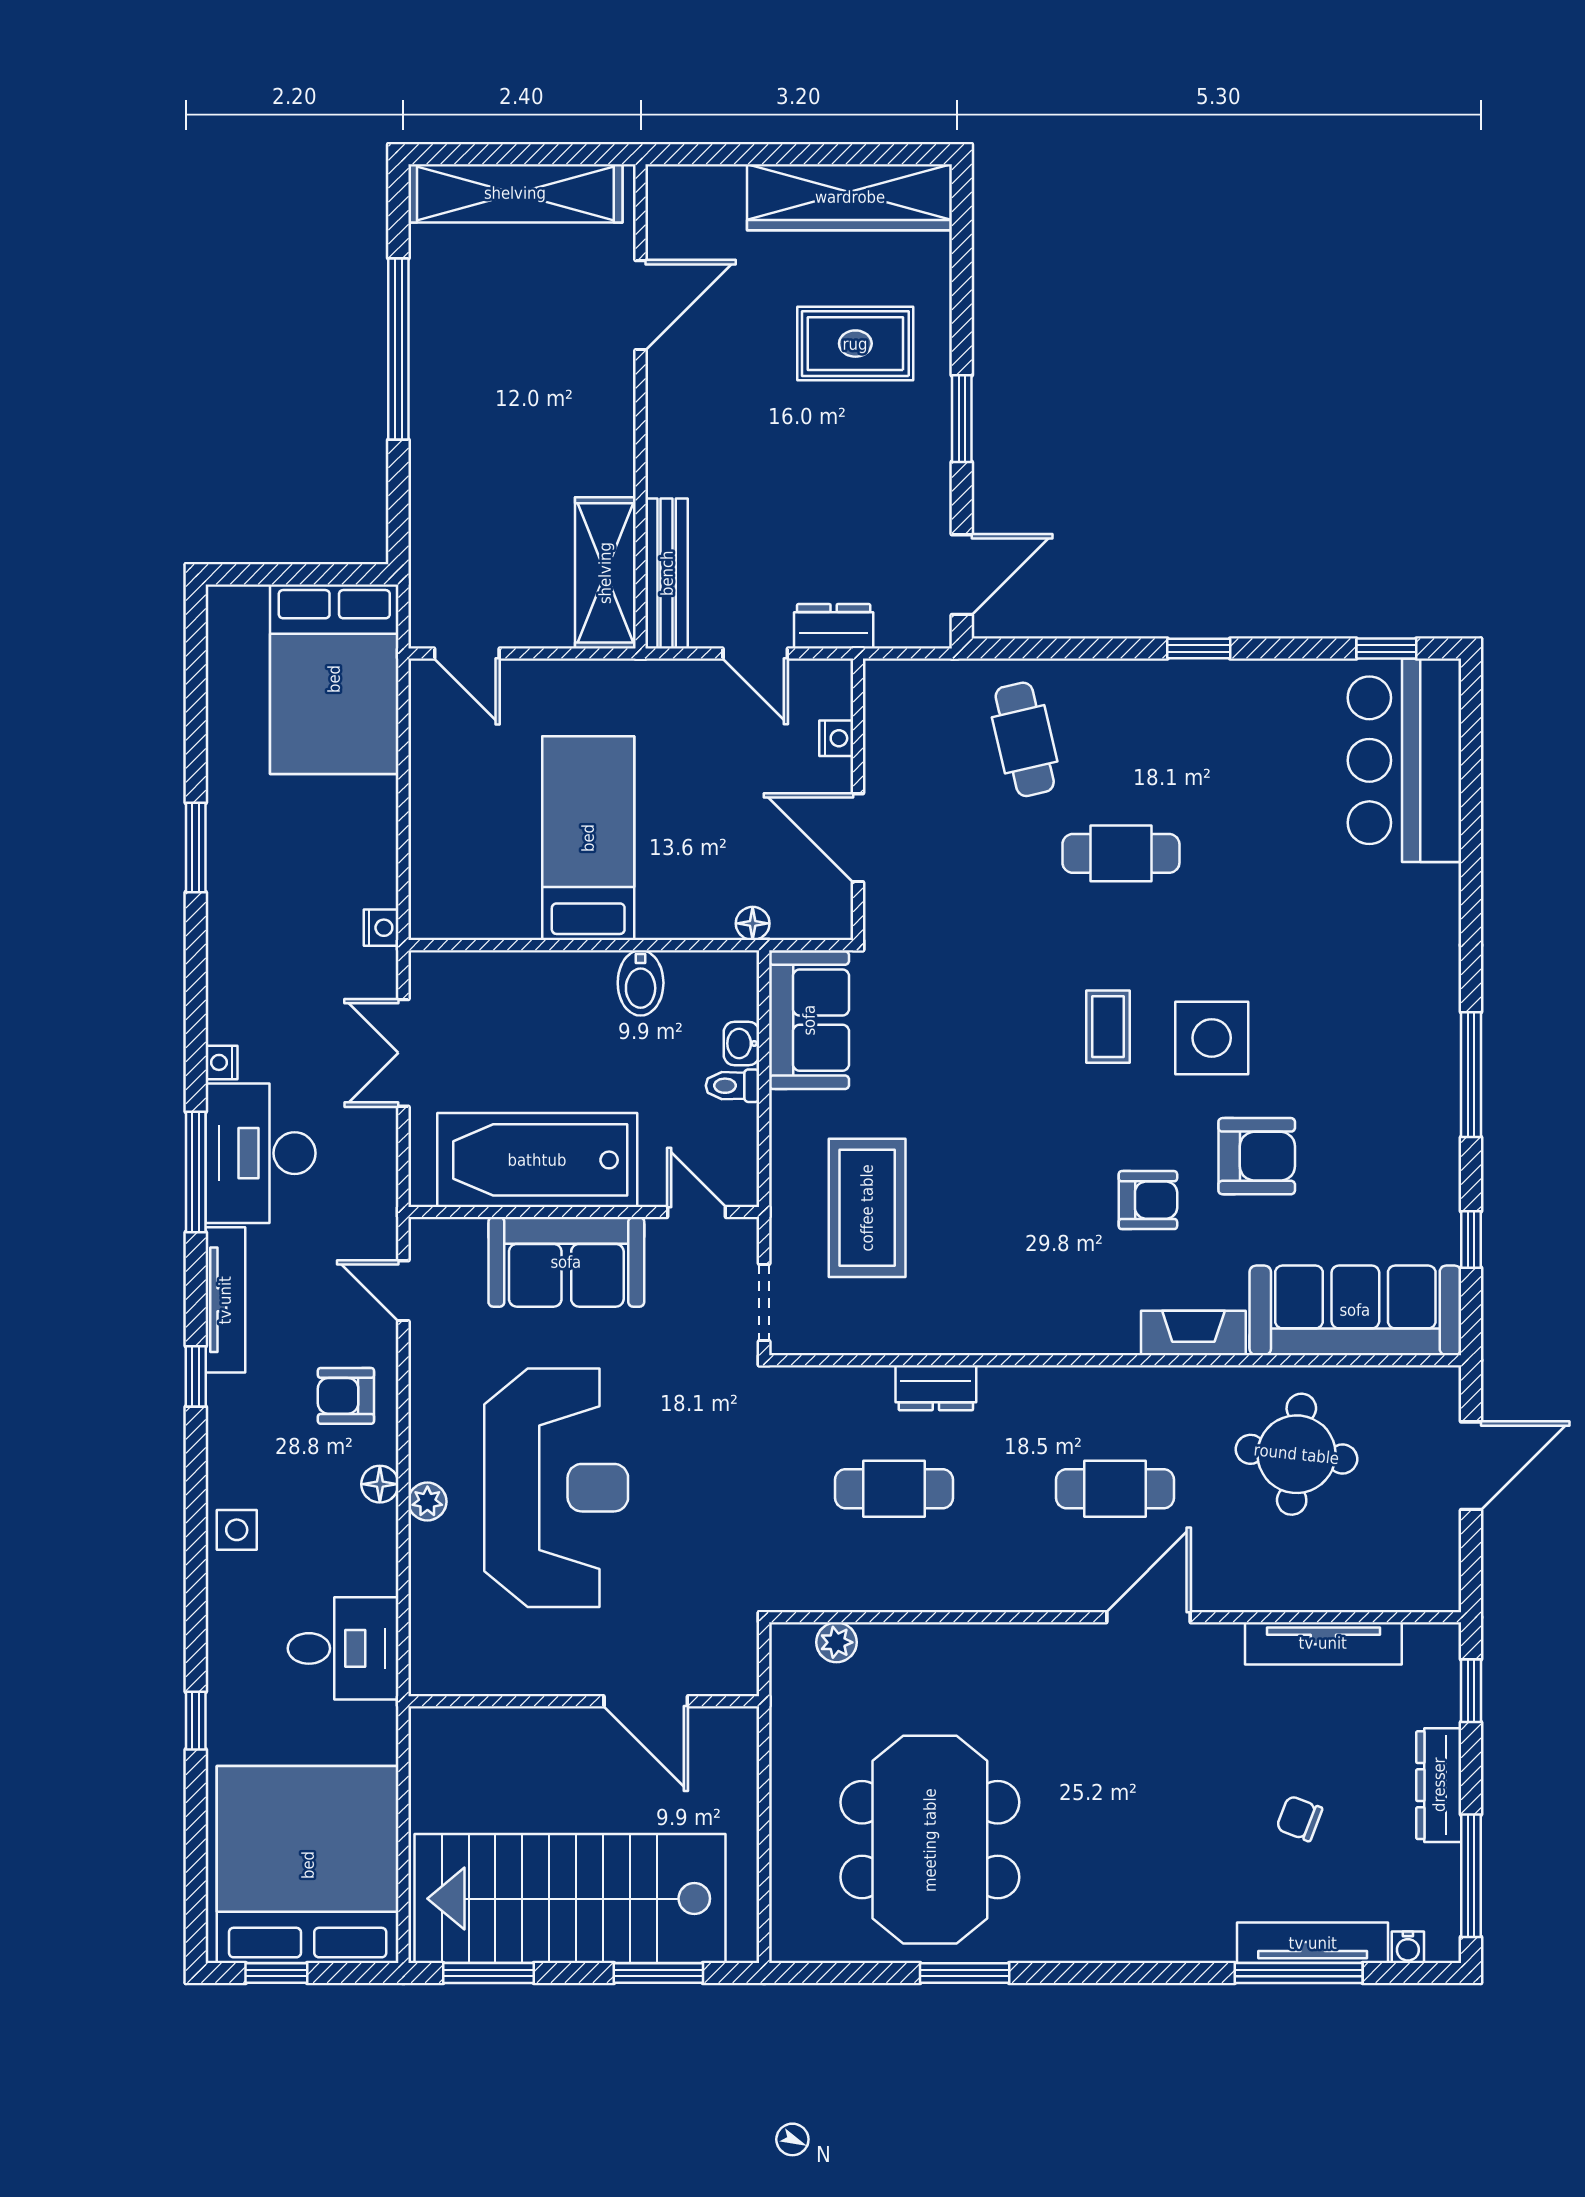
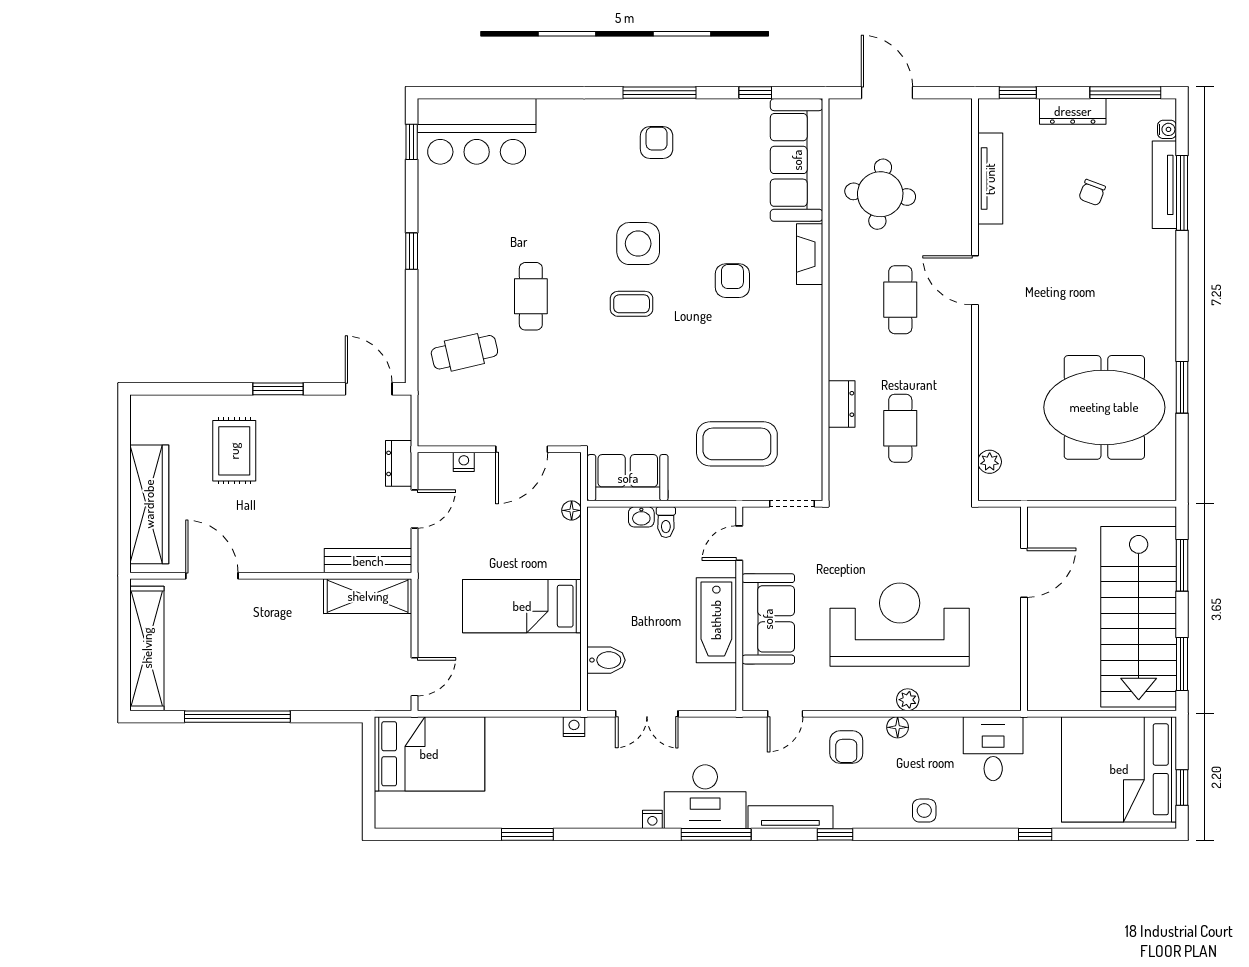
wardrobe: (850, 197) -> (149, 504), moved
bidet: (641, 983) -> (606, 660), moved
armchair: (1257, 1156) -> (657, 142), moved, width x0.72, depth x0.72
bathtub: (537, 1160) -> (716, 620), width x0.73, depth x0.73

